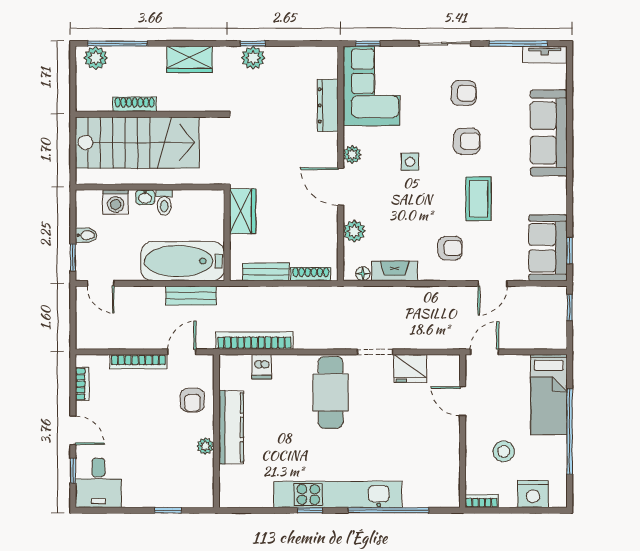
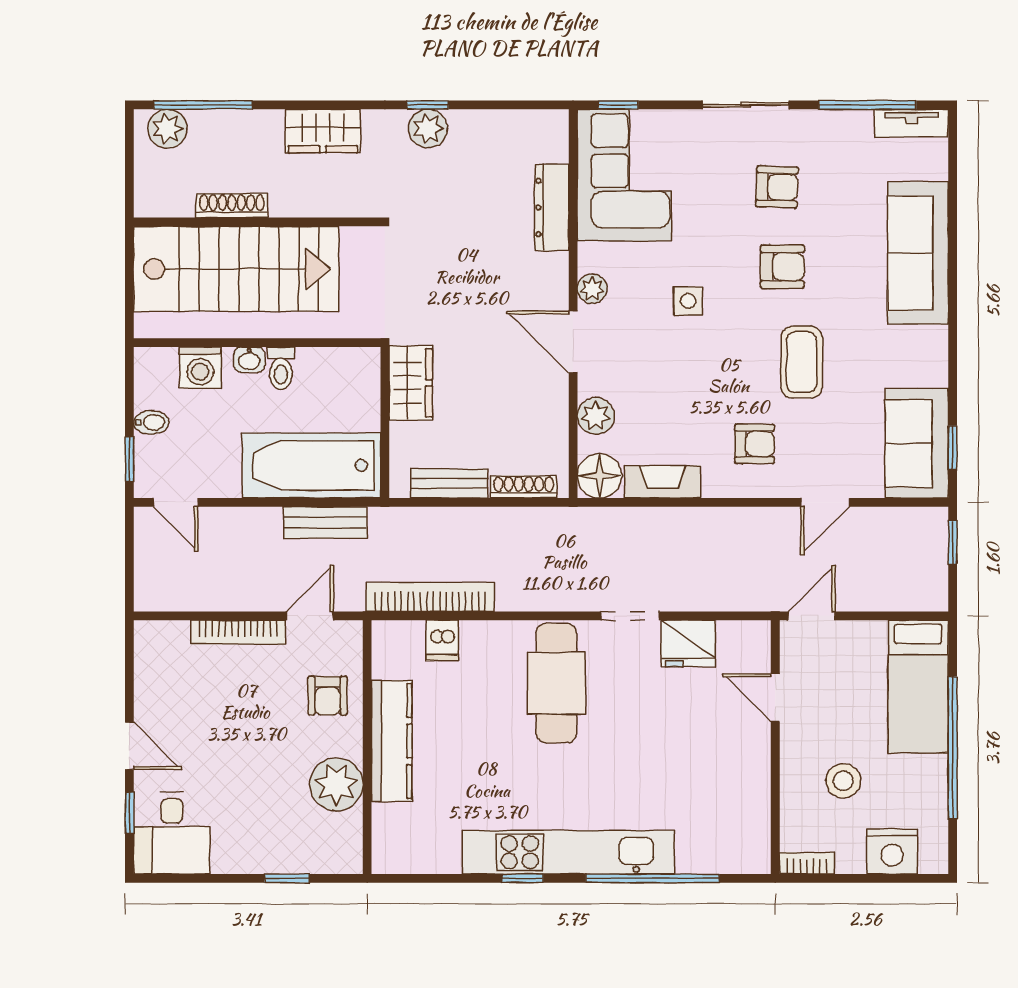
floor lamp: (363, 274) -> (599, 476), width x1.89, depth x1.89
bookcase: (82, 384) -> (145, 669), removed
plant: (205, 446) -> (336, 784), width x1.88, depth x1.88

